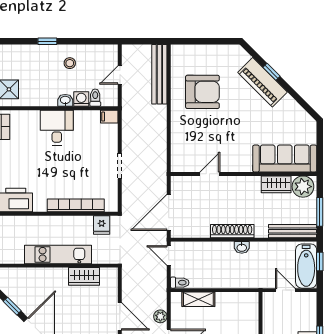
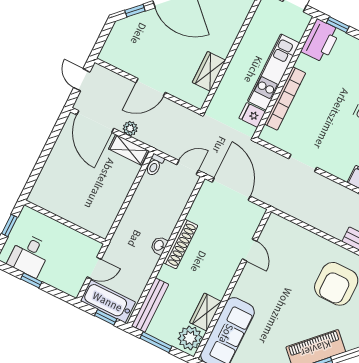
kitchen unit: (58, 254) -> (274, 72), moved, turned 180
shelving: (198, 299) -> (129, 150), moved, turned 90

